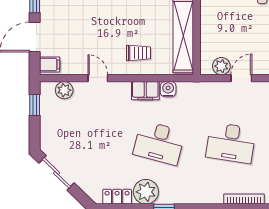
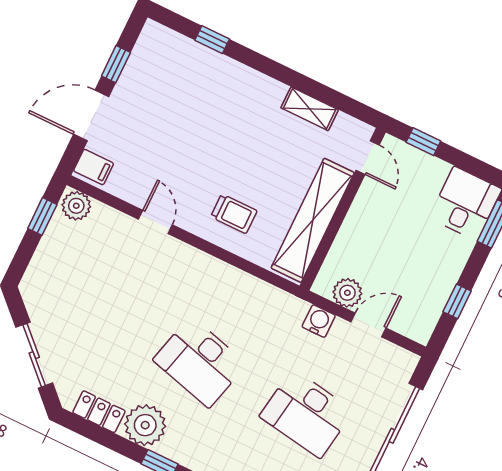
water cooler: (168, 89) -> (319, 321), moved
plant: (64, 90) -> (76, 206), moved
filing cabinet: (145, 91) -> (217, 275), removed
sliding door: (57, 173) -> (34, 355), moved

